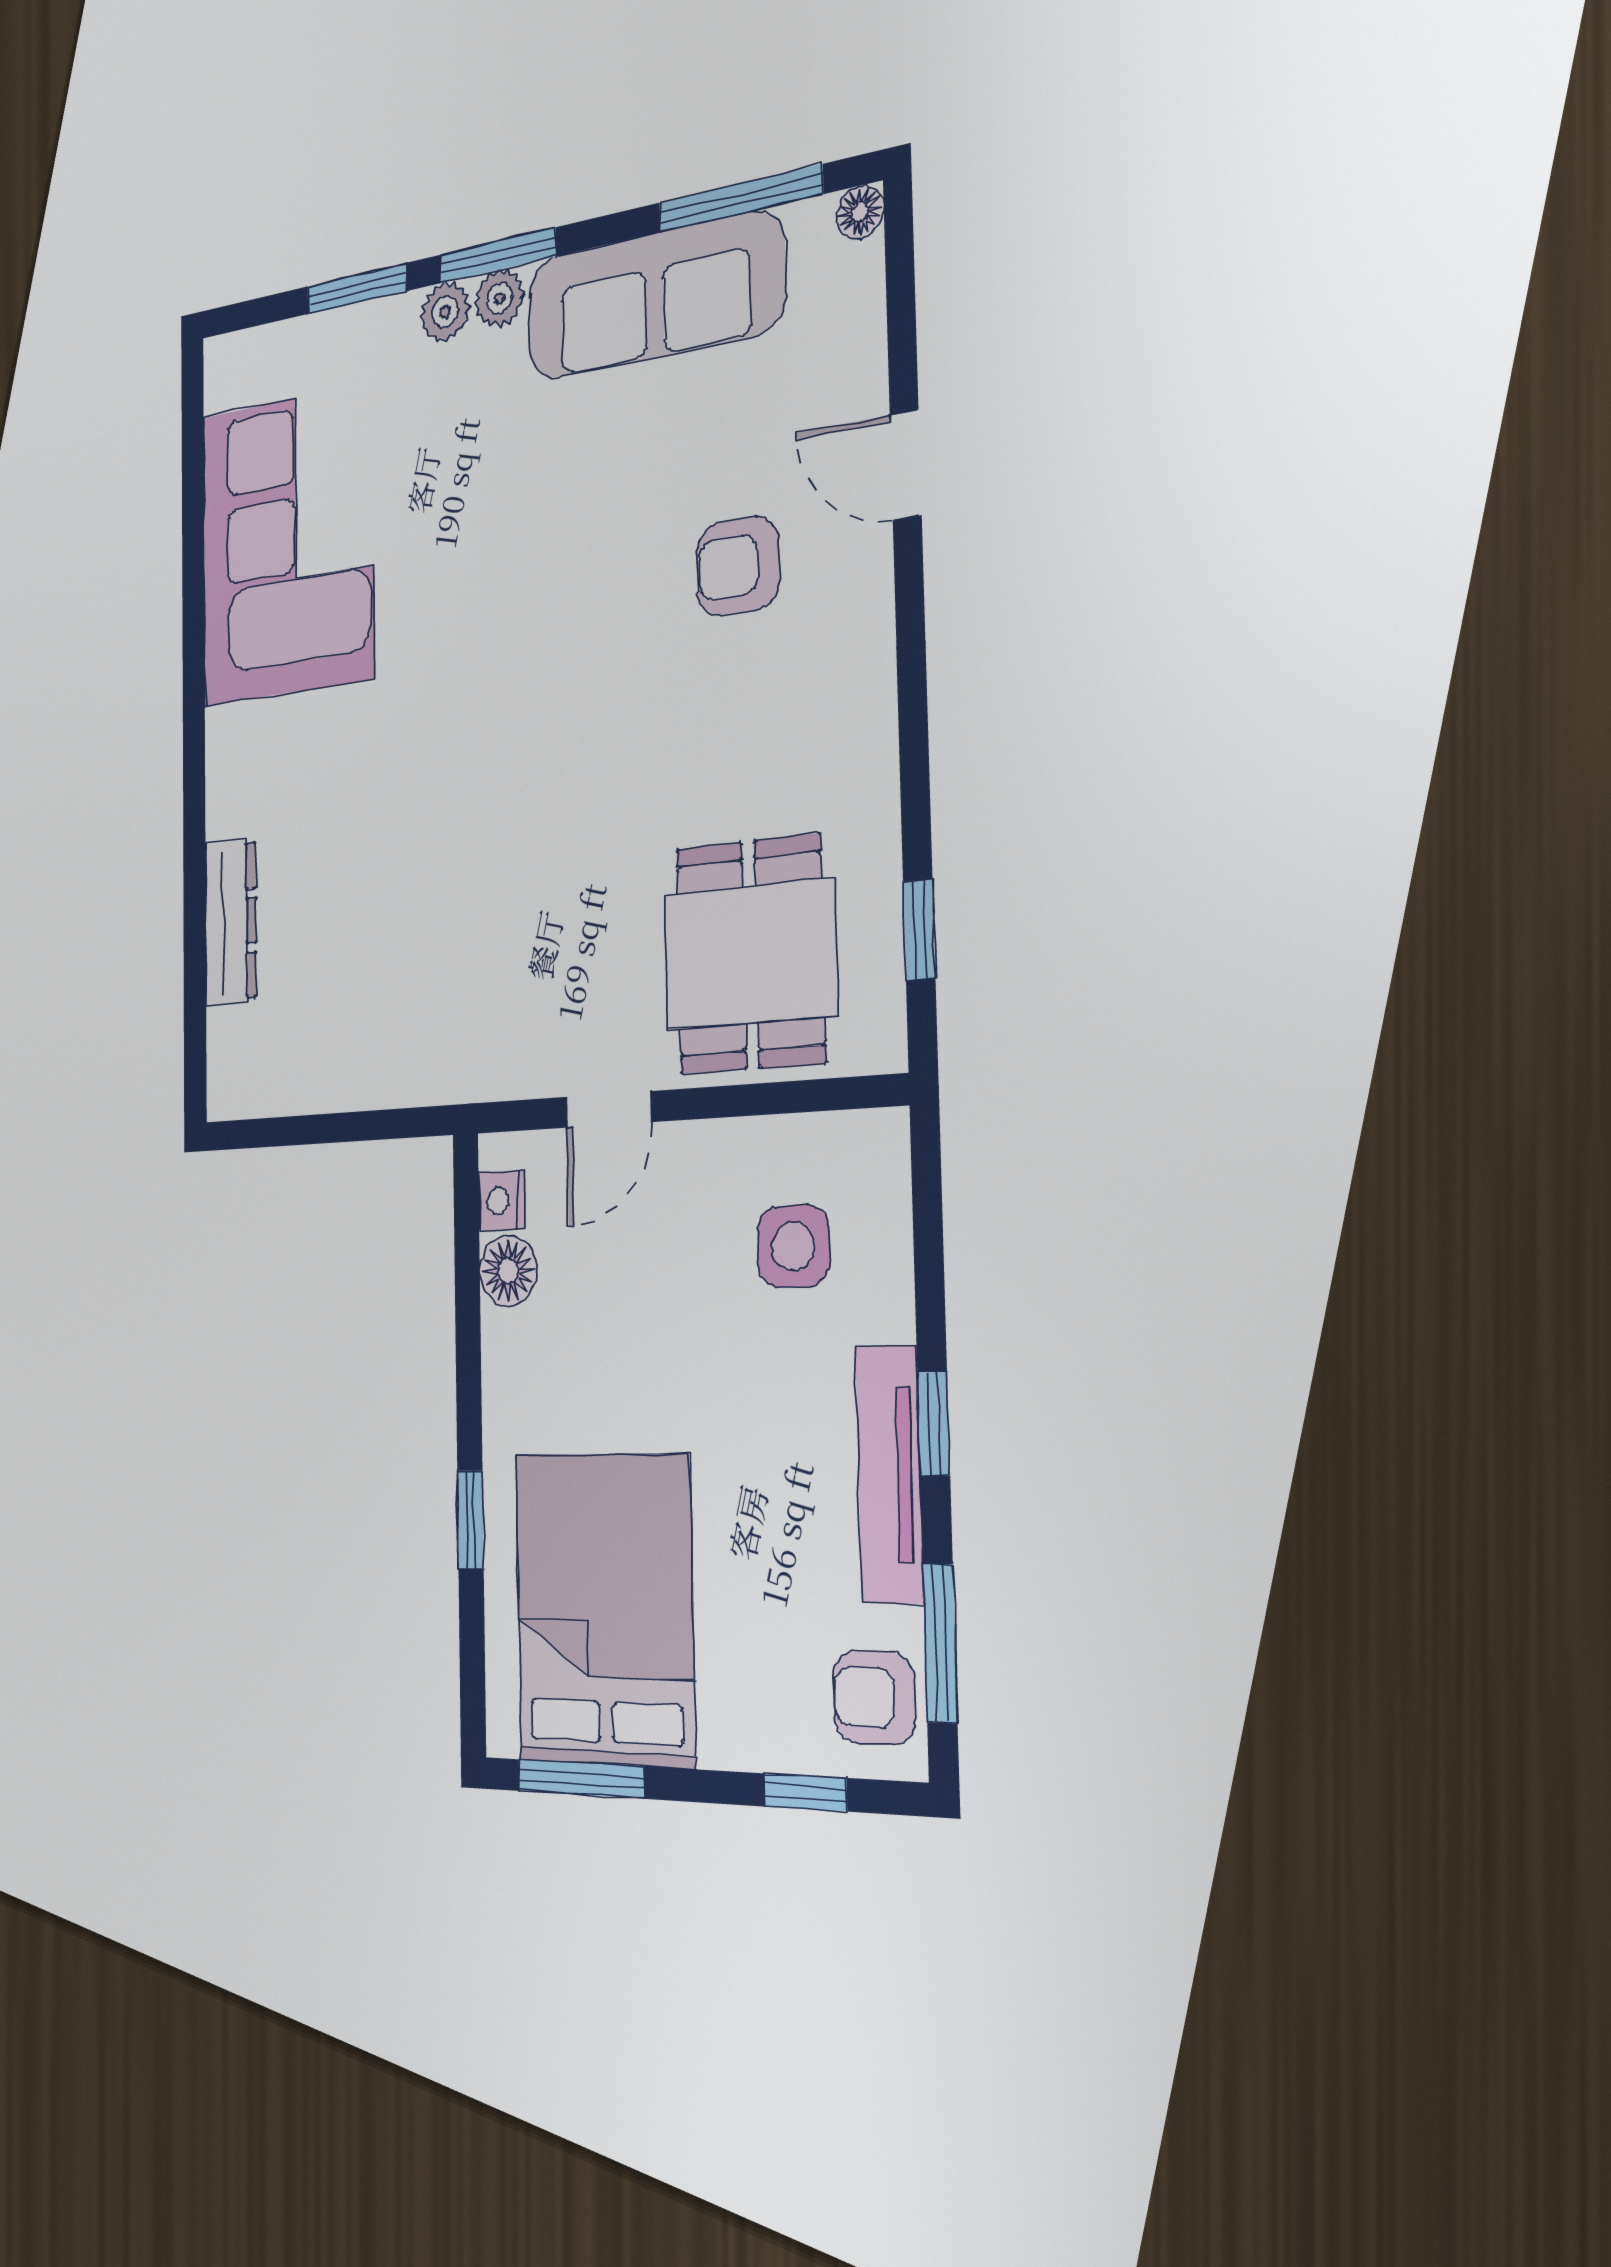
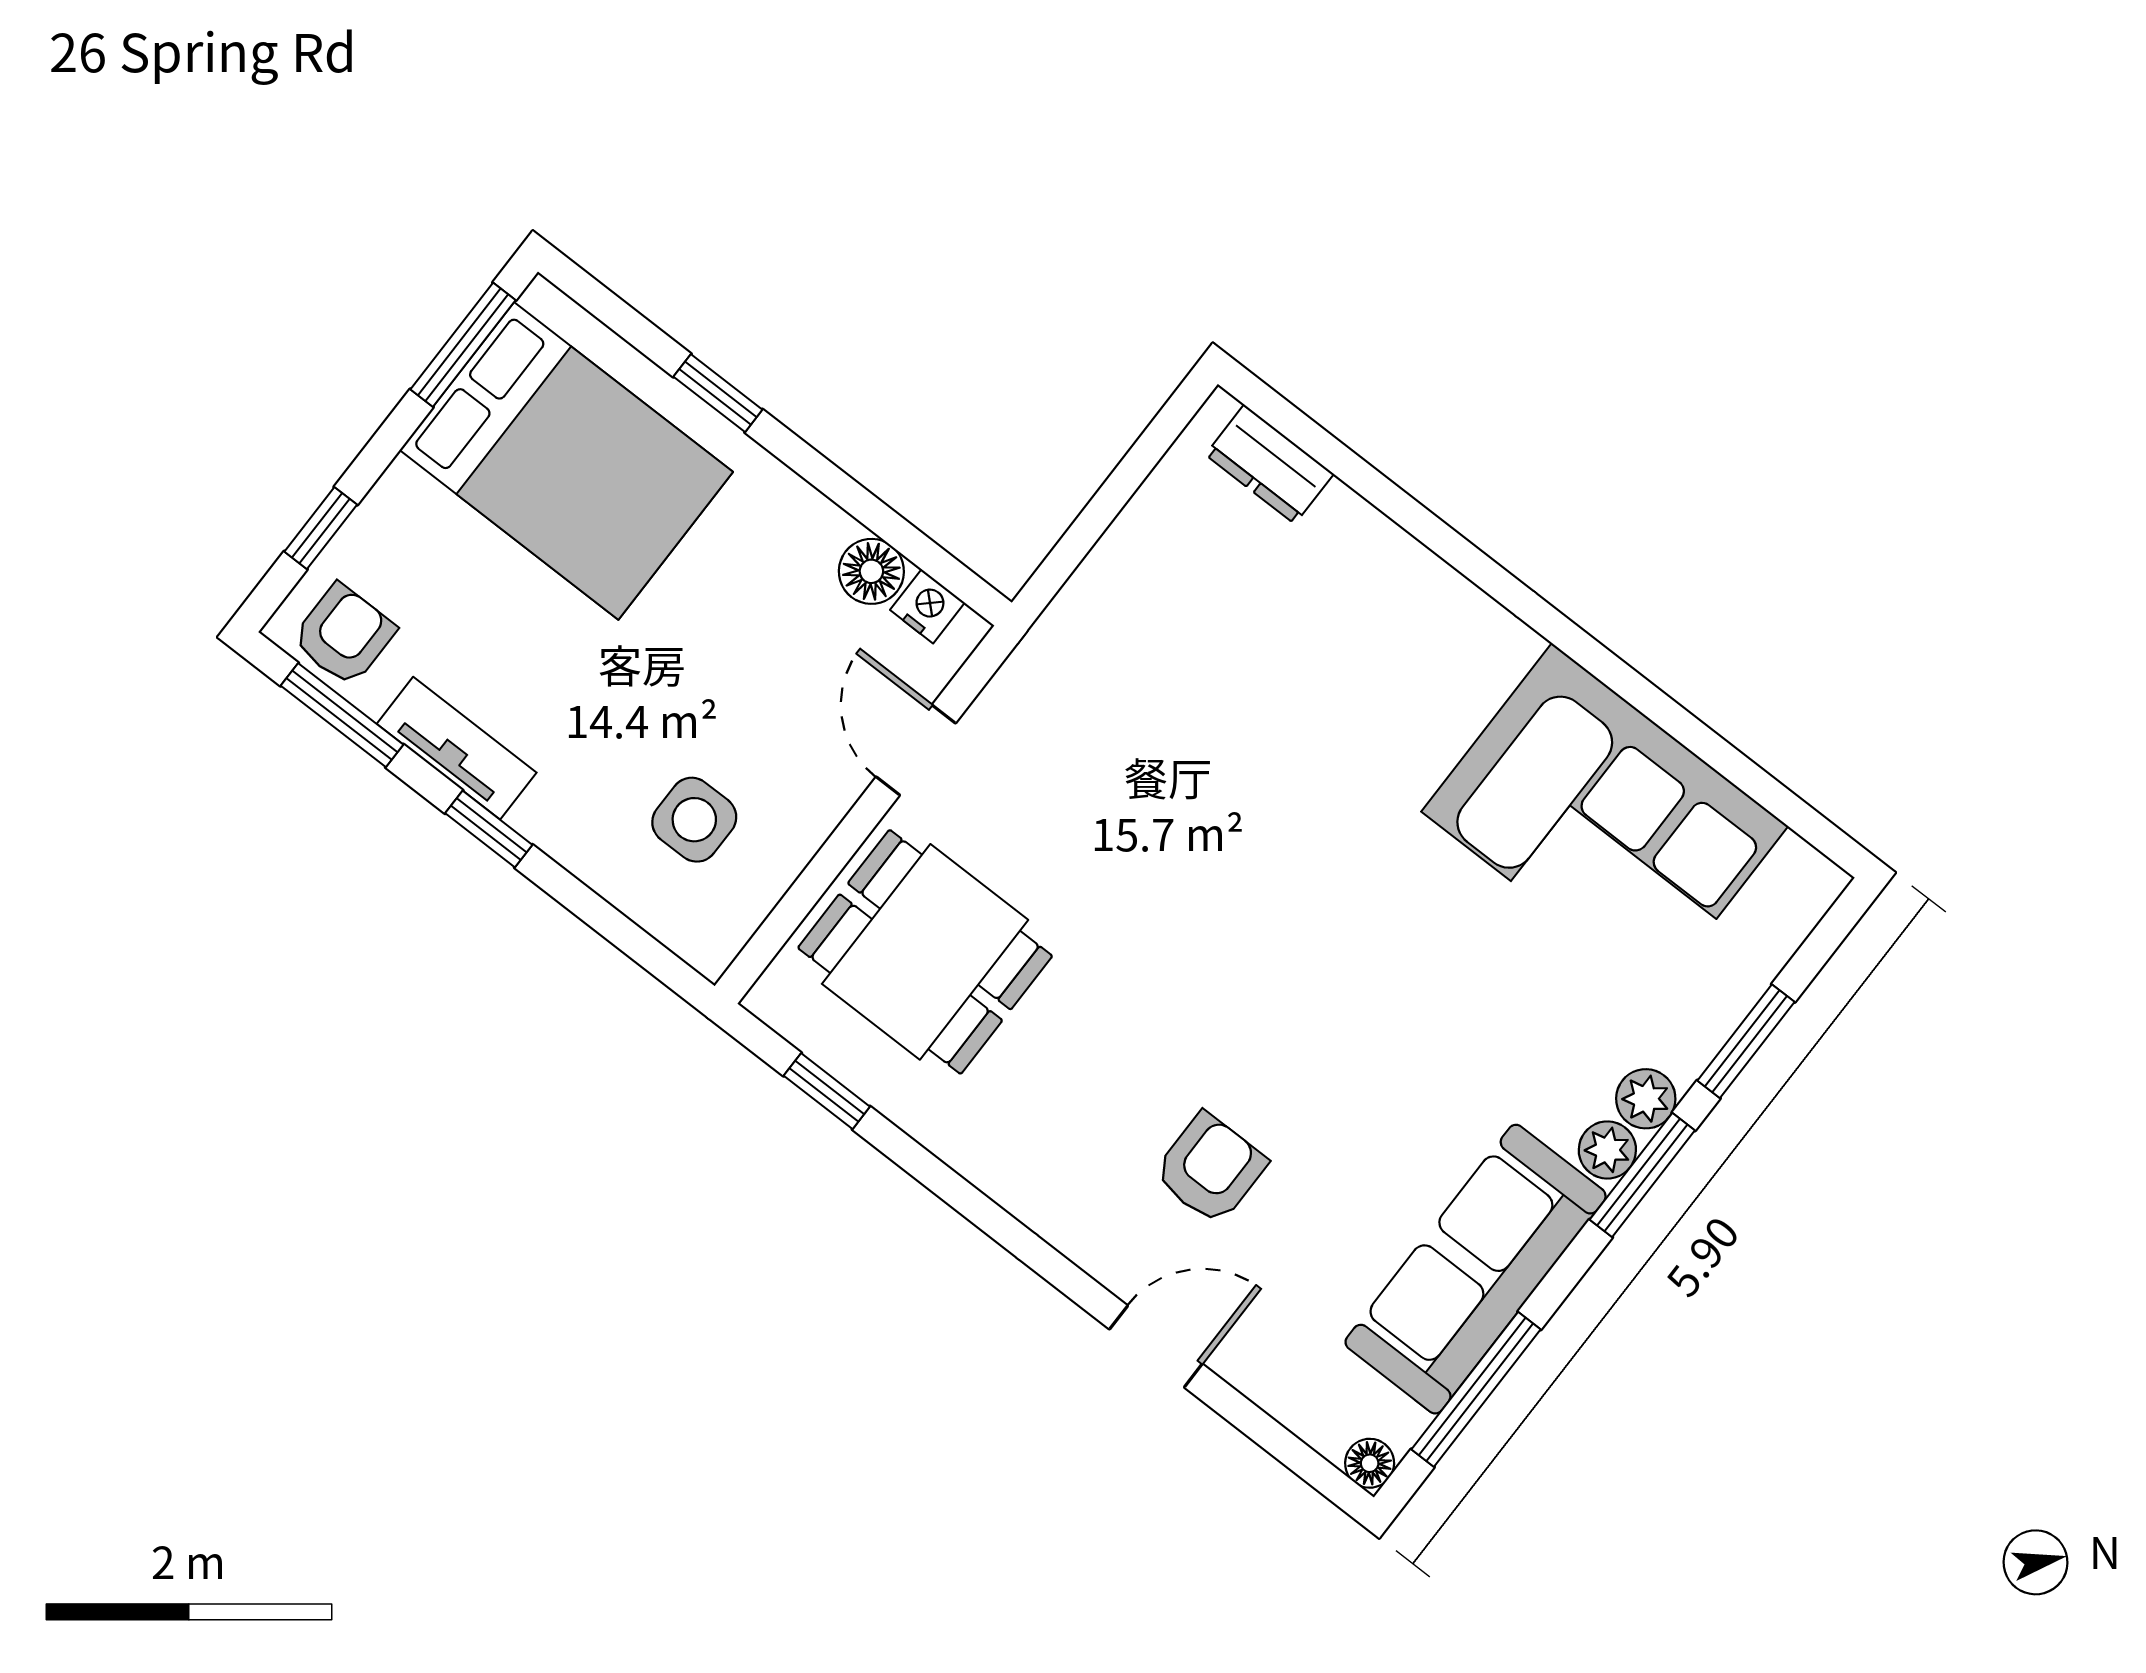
dresser: (231, 923) -> (1270, 464), moved, width x0.70
tv unit: (889, 1474) -> (457, 748), width x0.71

